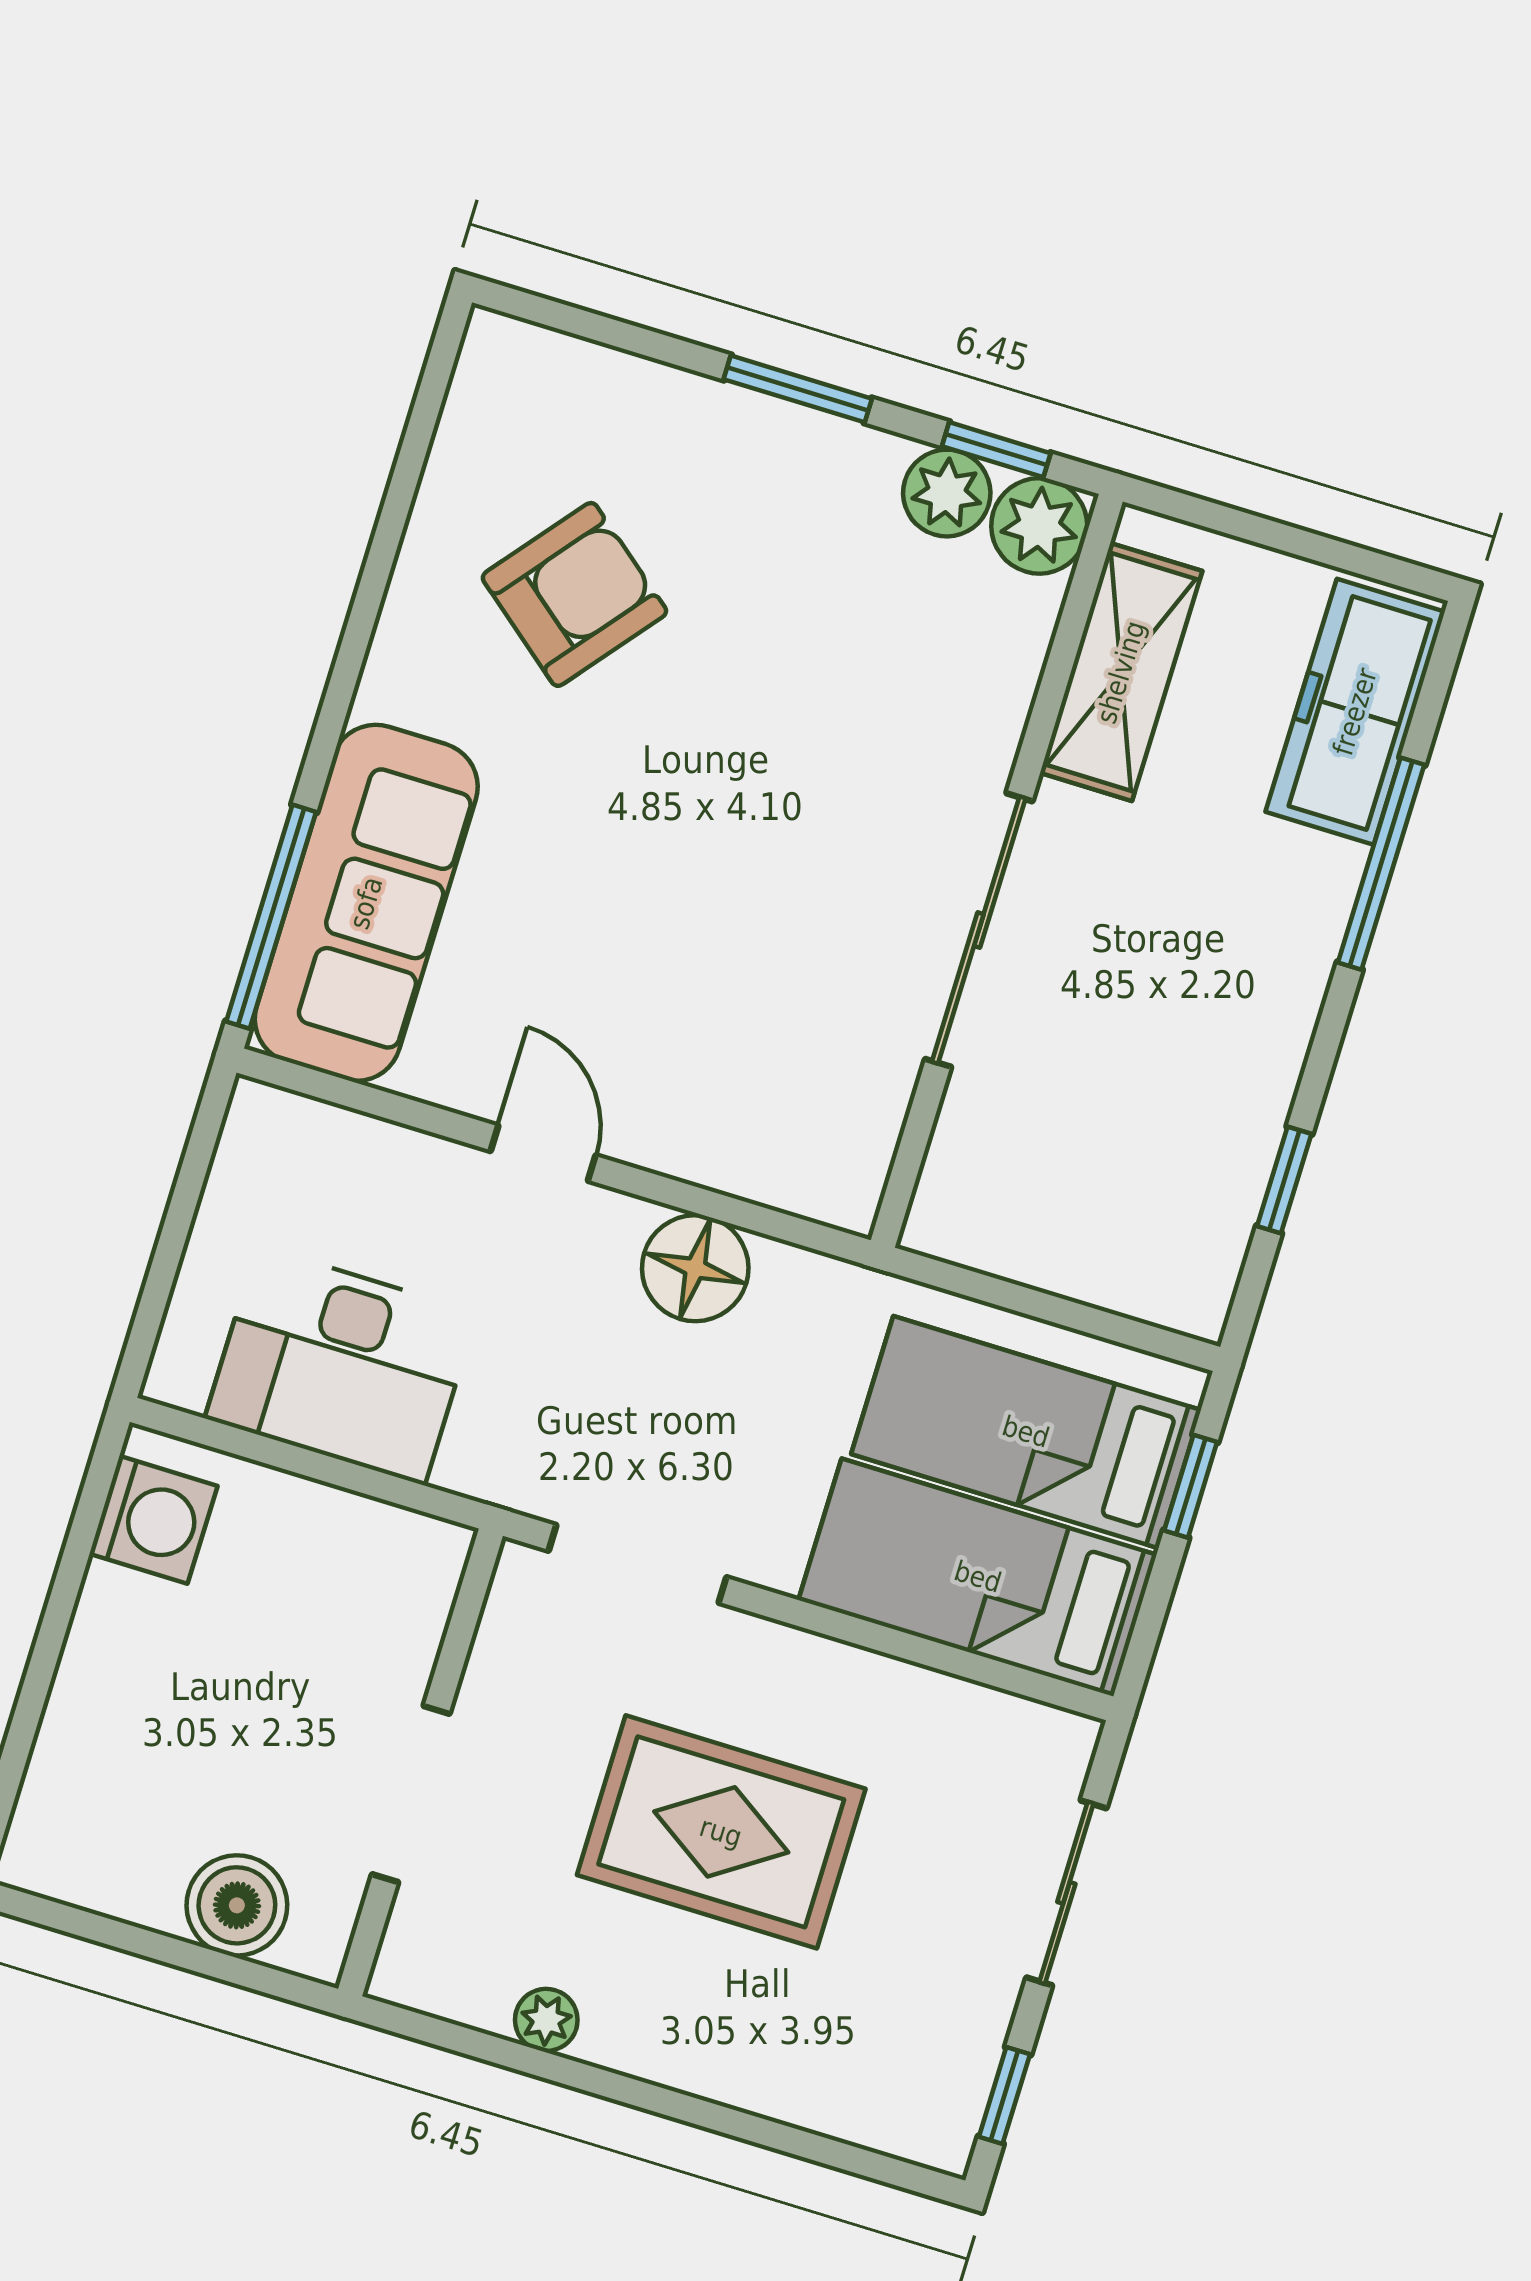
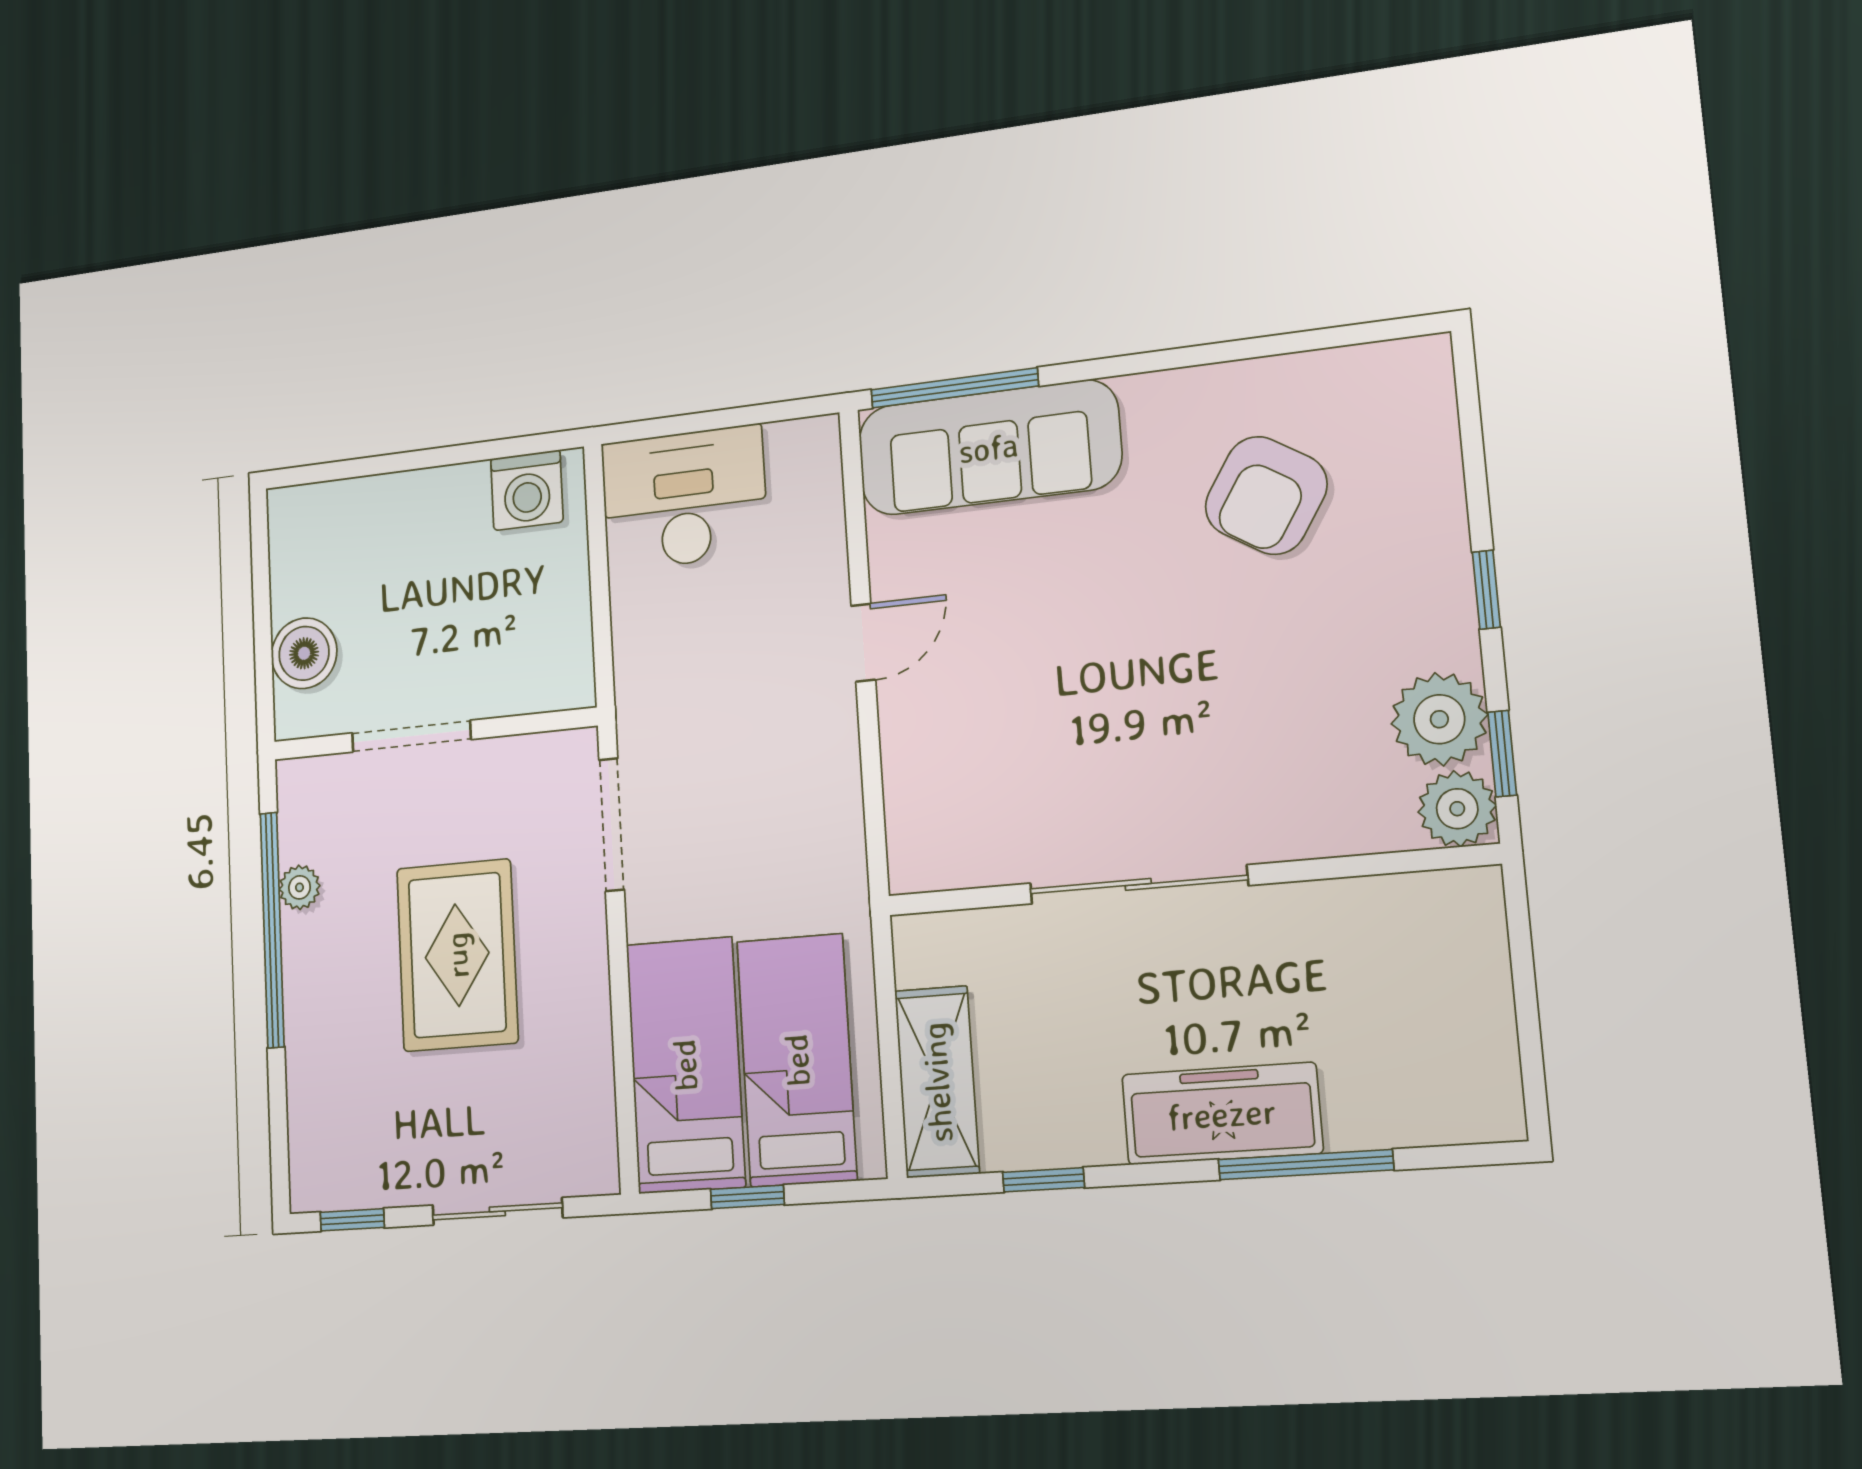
window: (798, 389) -> (1486, 590), width x0.67
plant: (947, 493) -> (1439, 719), width x1.36, depth x1.36
armchair: (574, 594) -> (1266, 495), turned 83
shelving: (1121, 672) -> (937, 1082), moved, turned 90
freezer: (1355, 712) -> (1222, 1114), moved
floor lamp: (695, 1268) -> (824, 781), removed
desk: (341, 1366) -> (684, 498), moved, turned 90
window: (1191, 1486) -> (747, 1197), moved
window: (587, 2078) -> (272, 930), added

